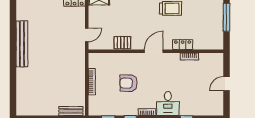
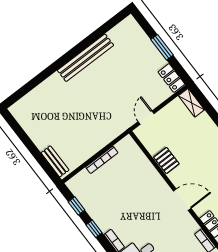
door: (87, 35) -> (146, 118), swing flipped
armchair: (129, 83) -> (129, 199), removed

